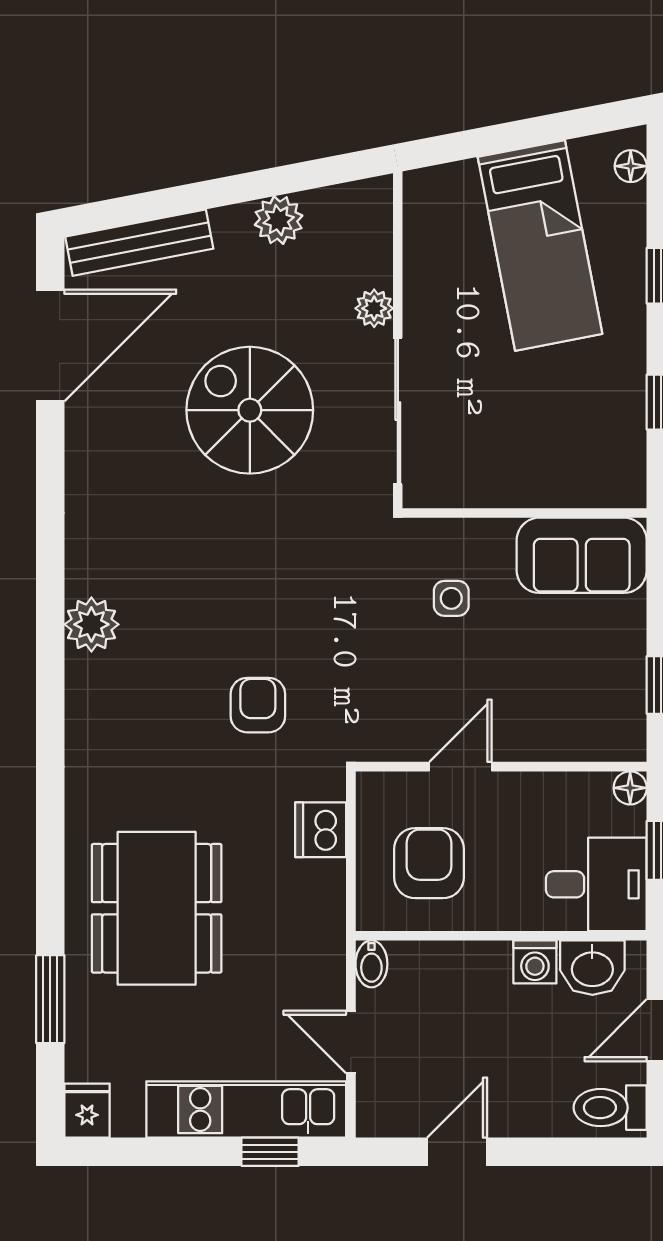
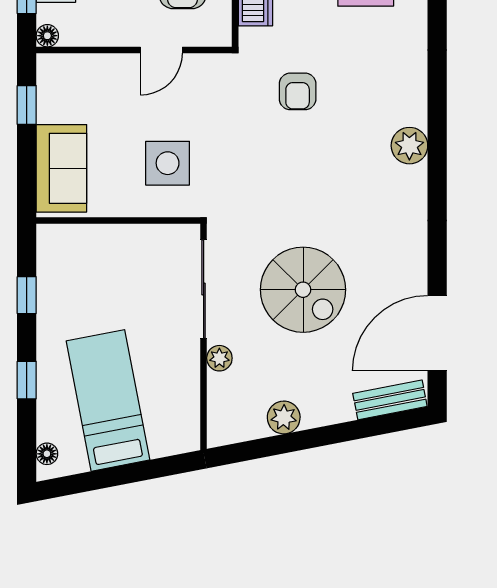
bench: (139, 243) -> (390, 400), width x0.73
sofa: (582, 555) -> (61, 168), moved, turned 90
side table: (451, 598) -> (168, 163), width x1.87, depth x1.87

